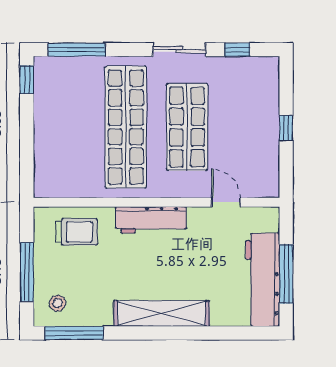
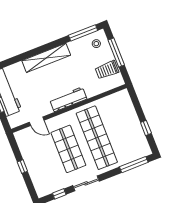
window: (27, 80) -> (146, 128), moved
trolley: (76, 232) -> (107, 70), moved

